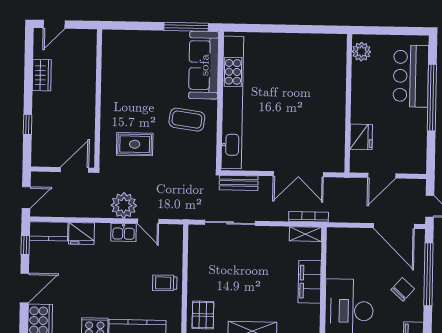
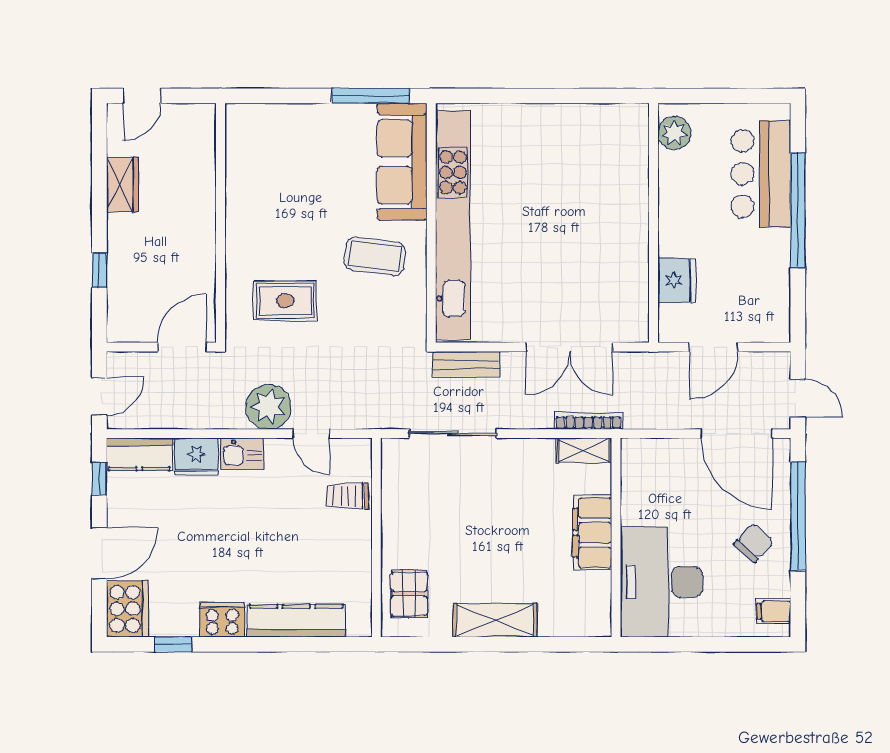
kitchen sink: (123, 232) -> (242, 454), moved
trolley: (165, 283) -> (347, 496), moved

